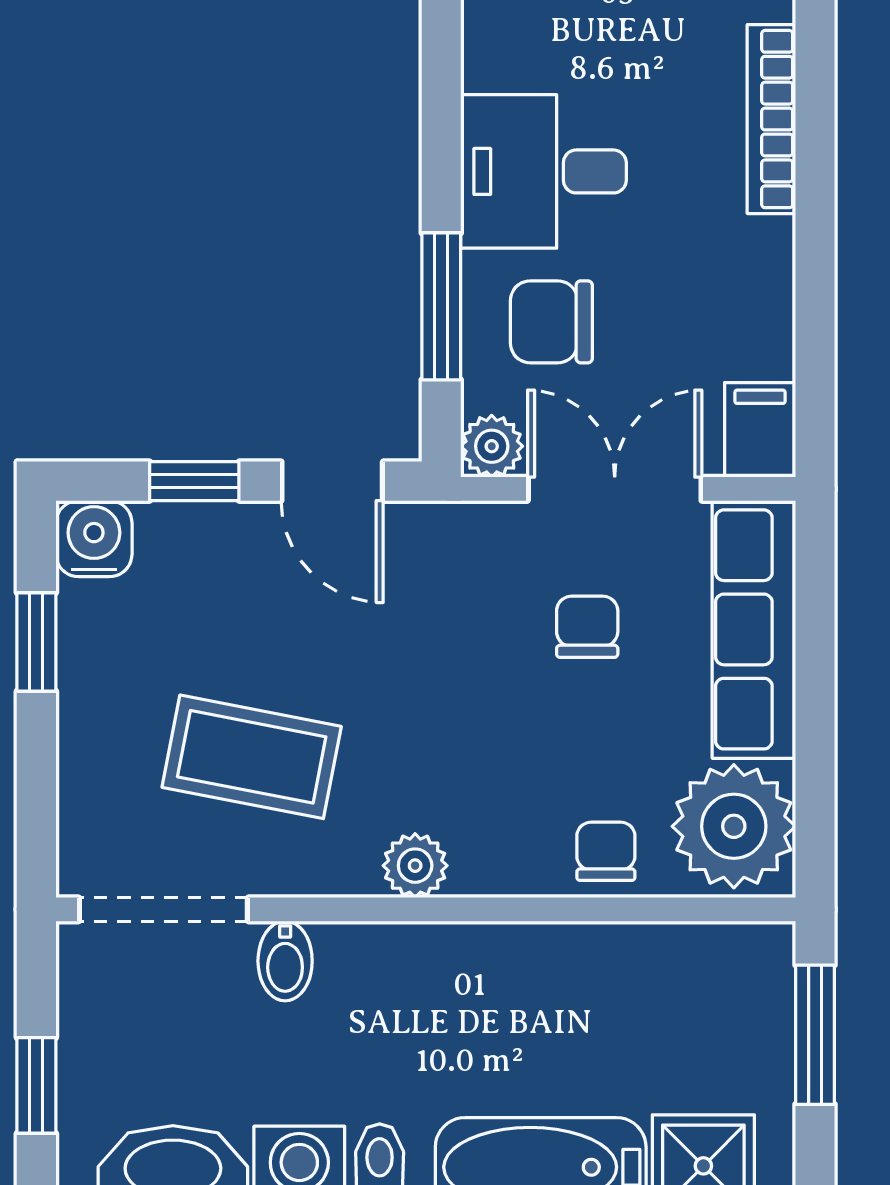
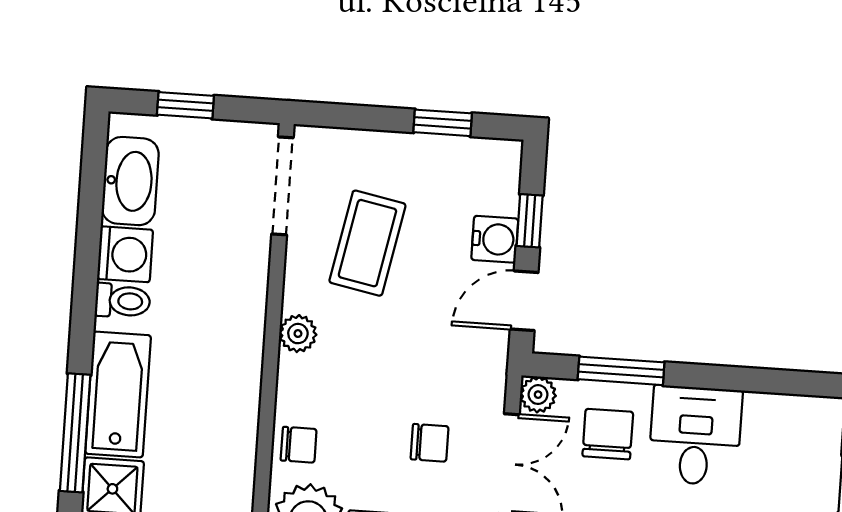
water cooler: (94, 539) -> (495, 239), moved
bidet: (285, 961) -> (248, 254), removed

